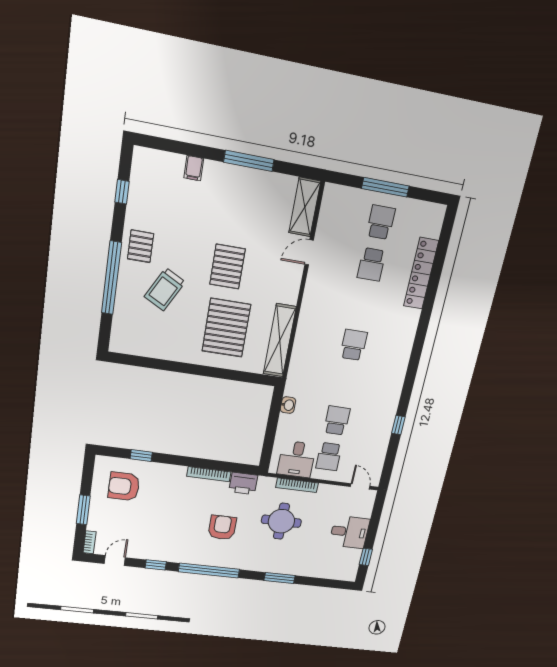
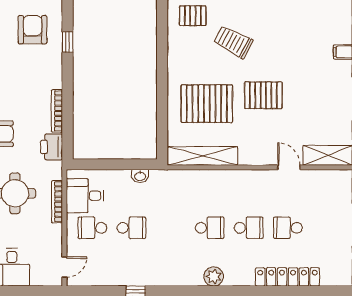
school desk: (381, 222) -> (249, 228), moved
pallet: (141, 246) -> (193, 16), moved
plant: (403, 348) -> (214, 277), added

